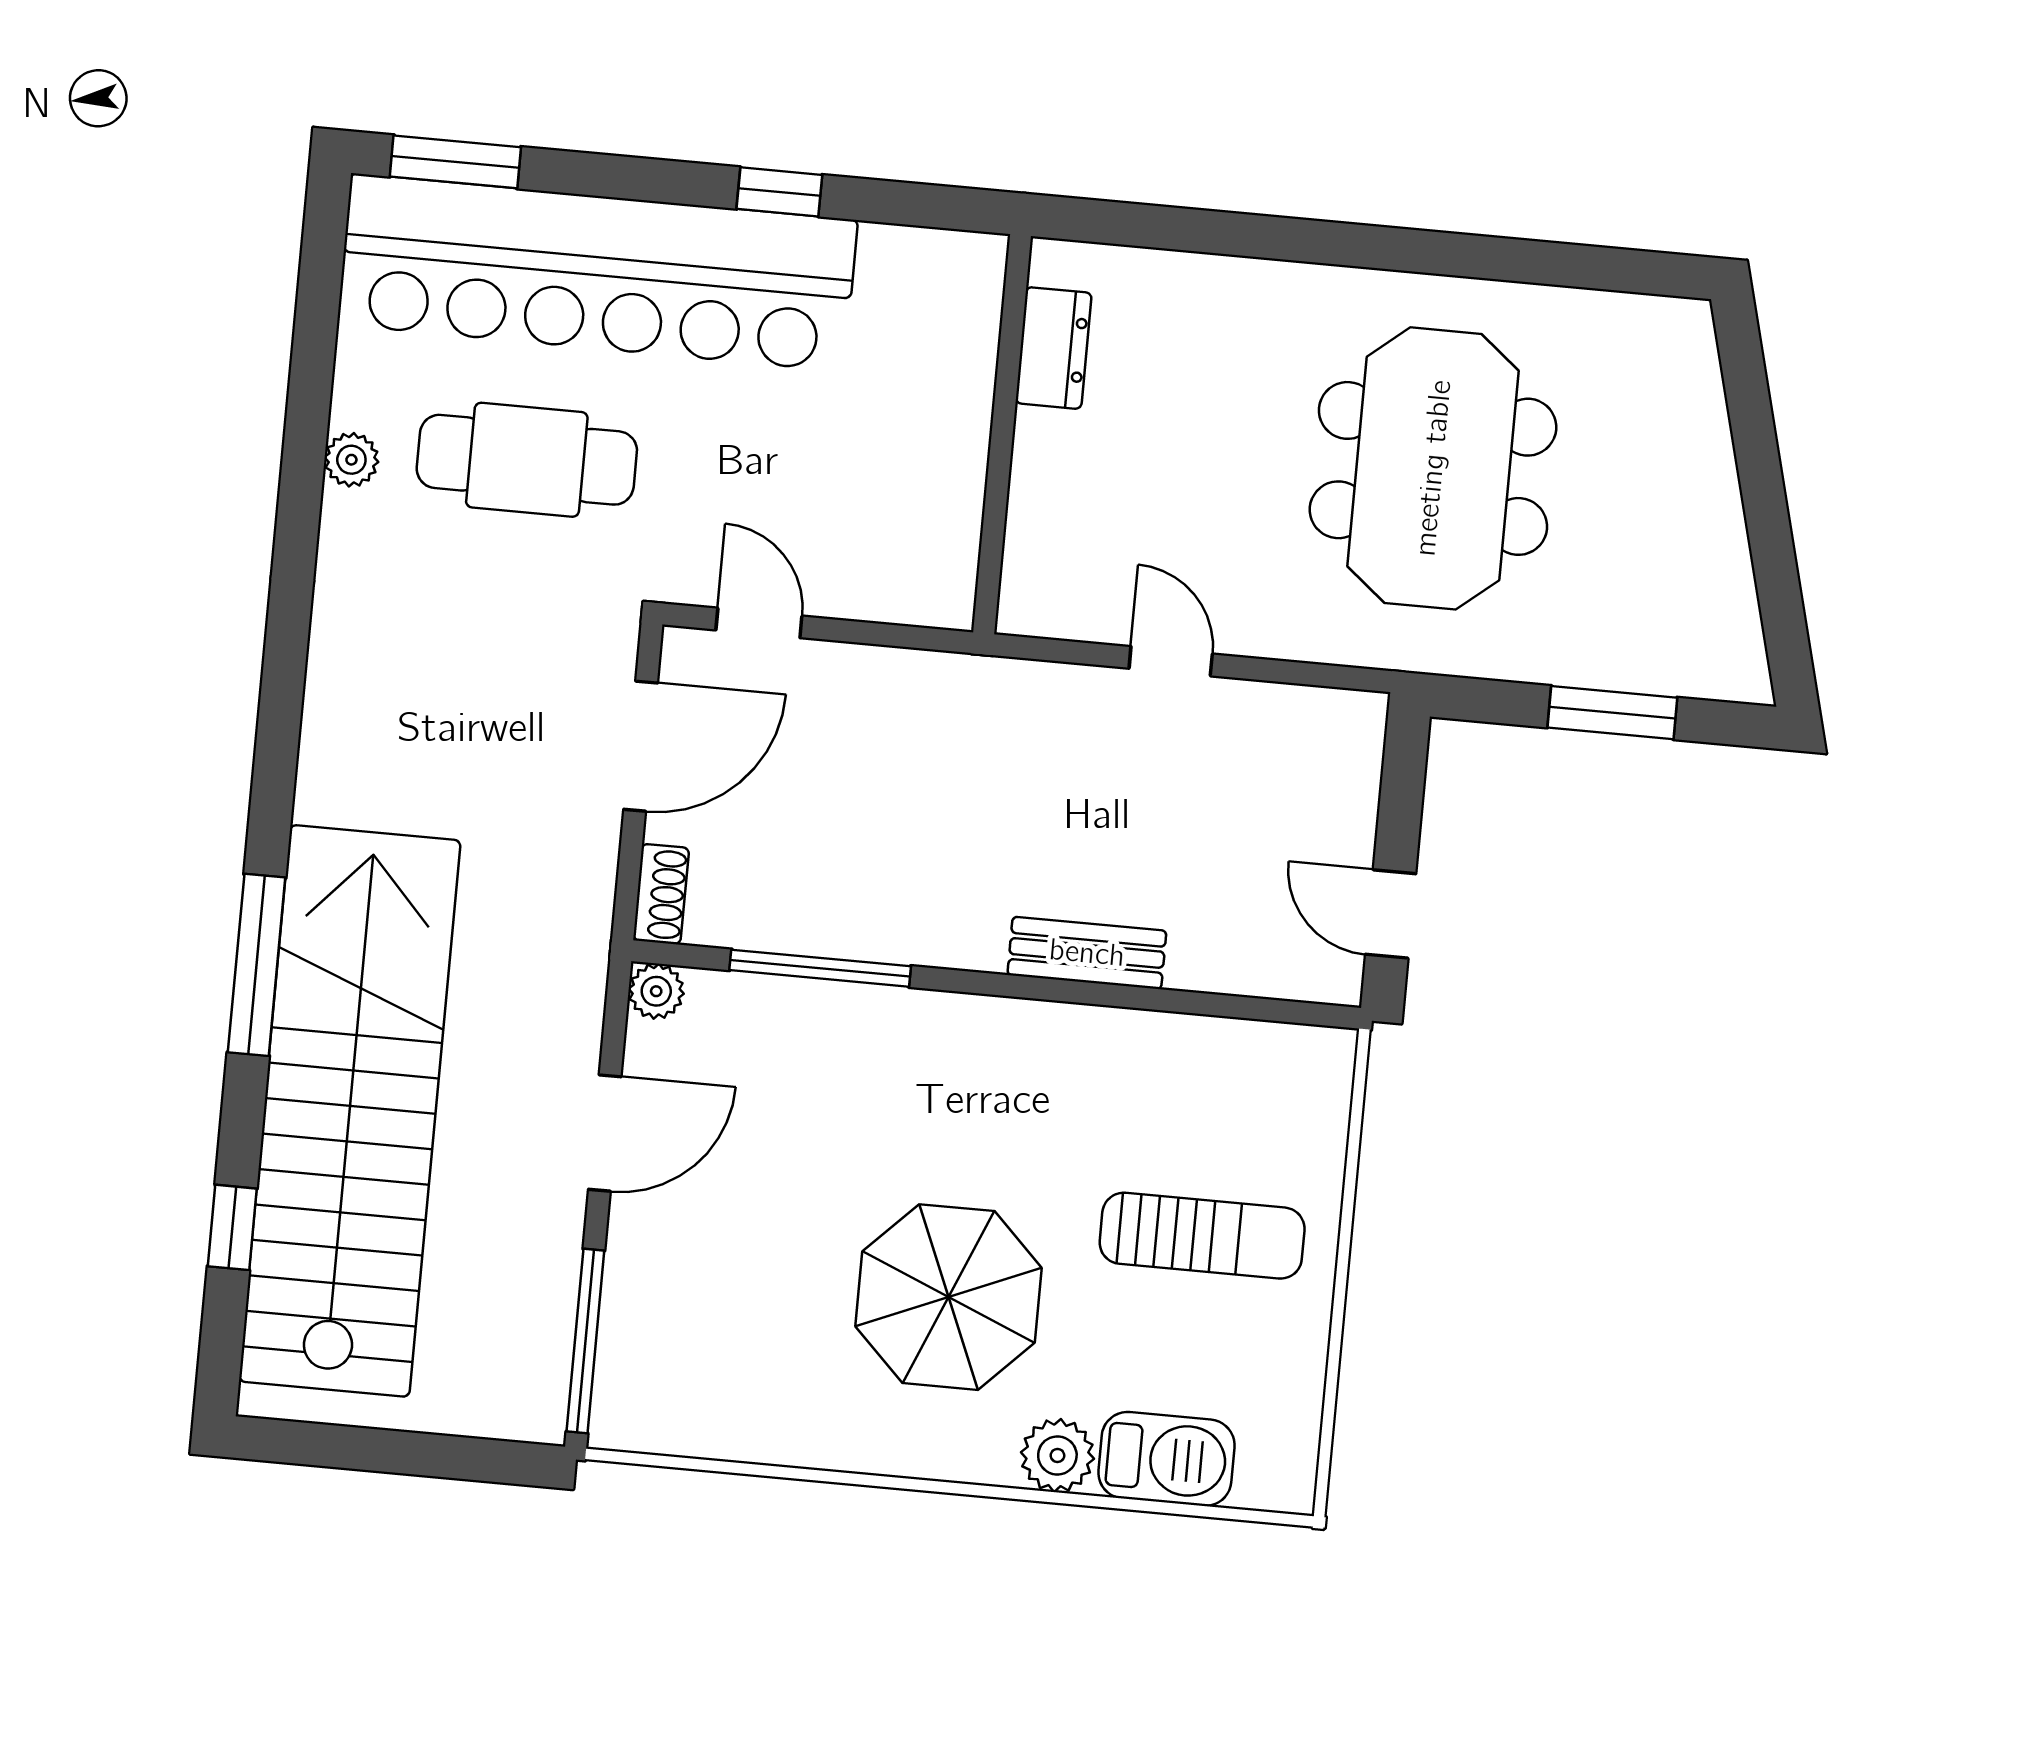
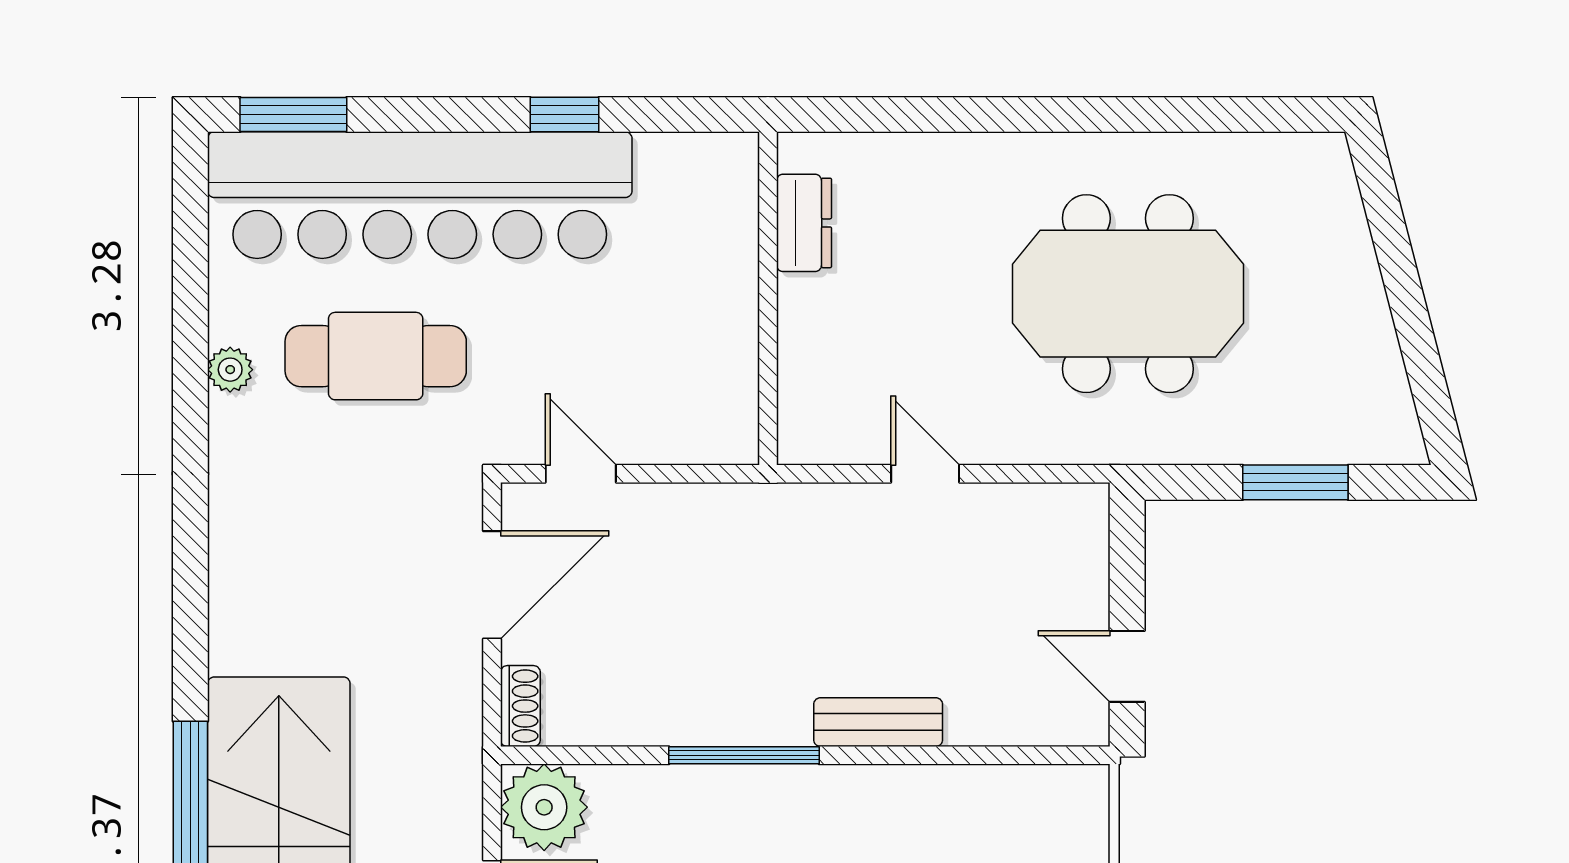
meeting table: (1433, 468) -> (1128, 294), turned 90
window: (820, 968) -> (744, 755), moved
plant: (656, 991) -> (544, 807), width x1.88, depth x1.88

